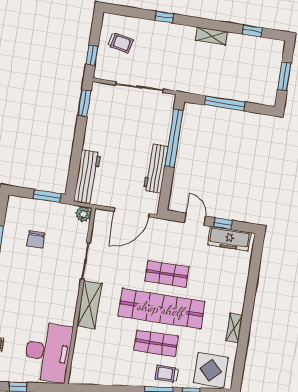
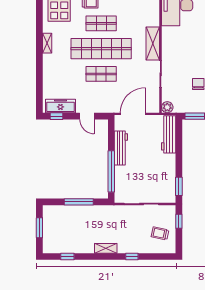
shelving: (212, 36) -> (106, 248), moved
window: (223, 224) -> (56, 116), moved

